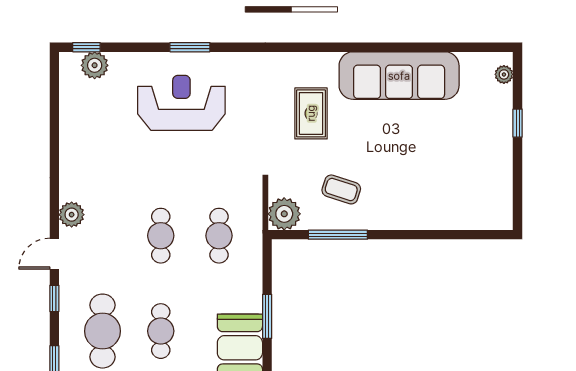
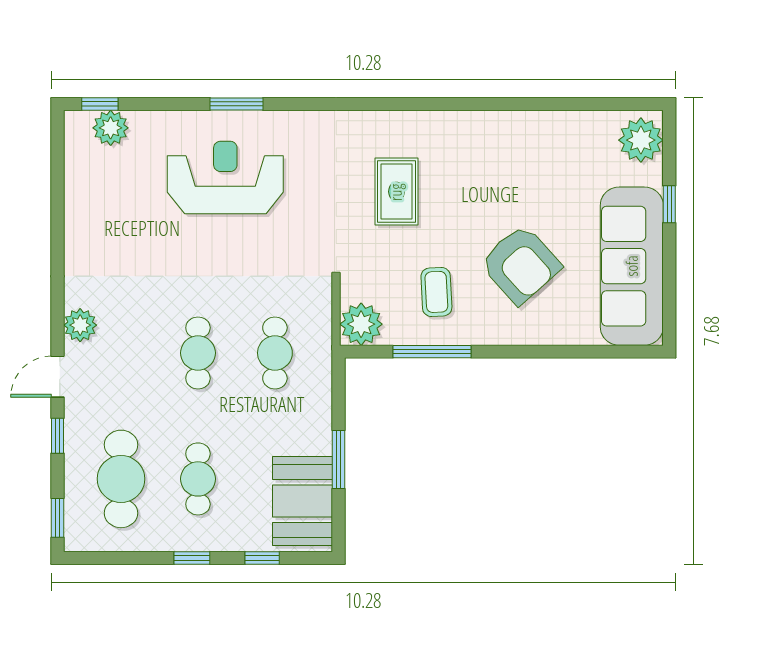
plant: (504, 74) -> (641, 140), width x1.88, depth x1.88
sofa: (399, 76) -> (632, 266), moved, turned 90
armchair: (405, 169) -> (521, 264), added
coffee table: (341, 189) -> (436, 292), turned 69

